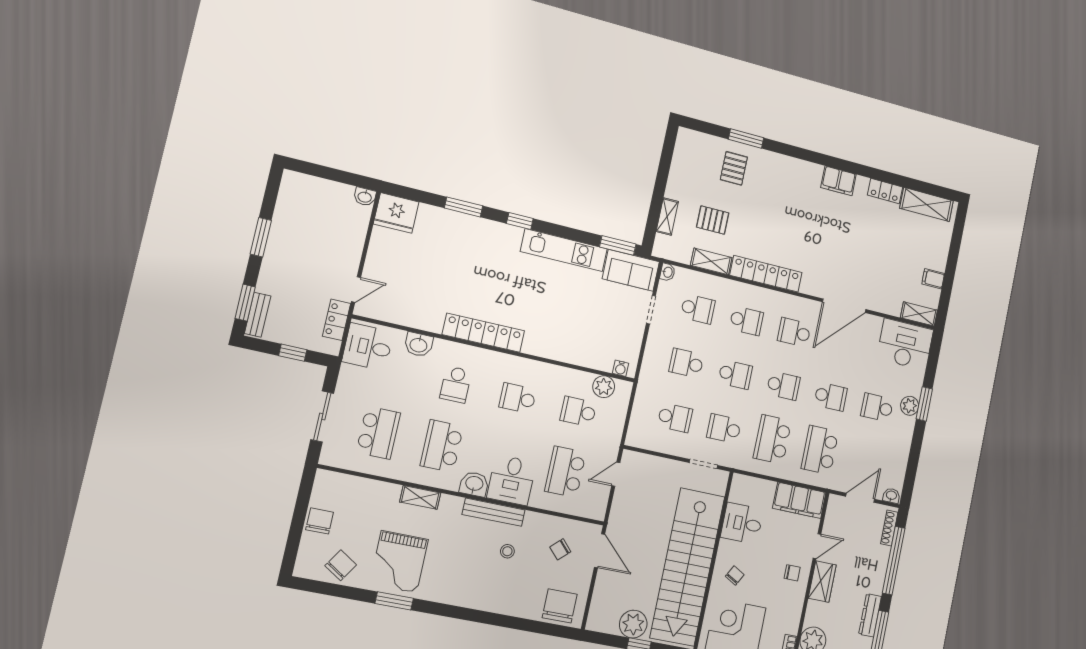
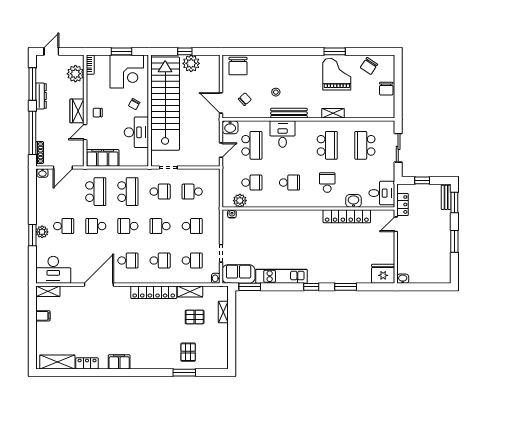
school desk: (698, 309) -> (192, 261), turned 180
school desk: (746, 321) -> (160, 261), turned 180
locker: (483, 333) -> (347, 216), moved
washbasin: (474, 484) -> (230, 127), moved
desk: (742, 523) -> (136, 132), width x1.37

